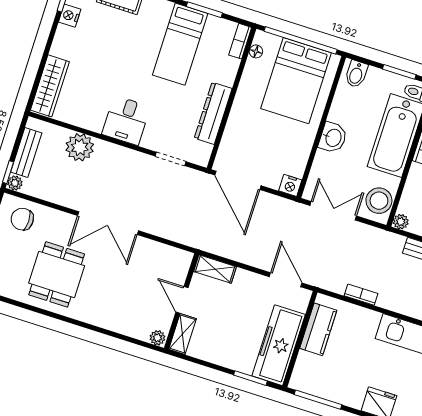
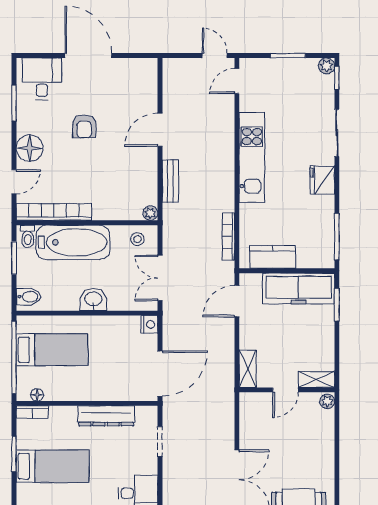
bed: (296, 81) -> (52, 350), width x0.67
stool: (379, 201) -> (137, 239), width x0.53, depth x0.53
bookcase: (361, 295) -> (229, 236), width x1.56

